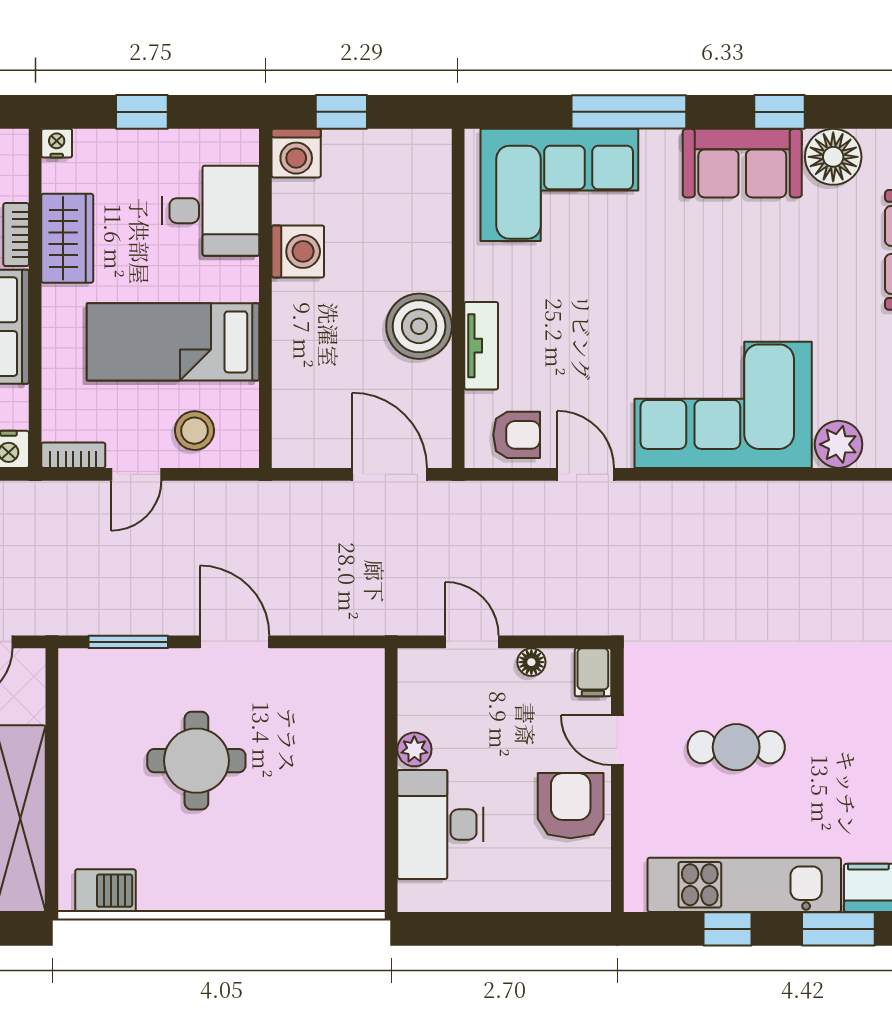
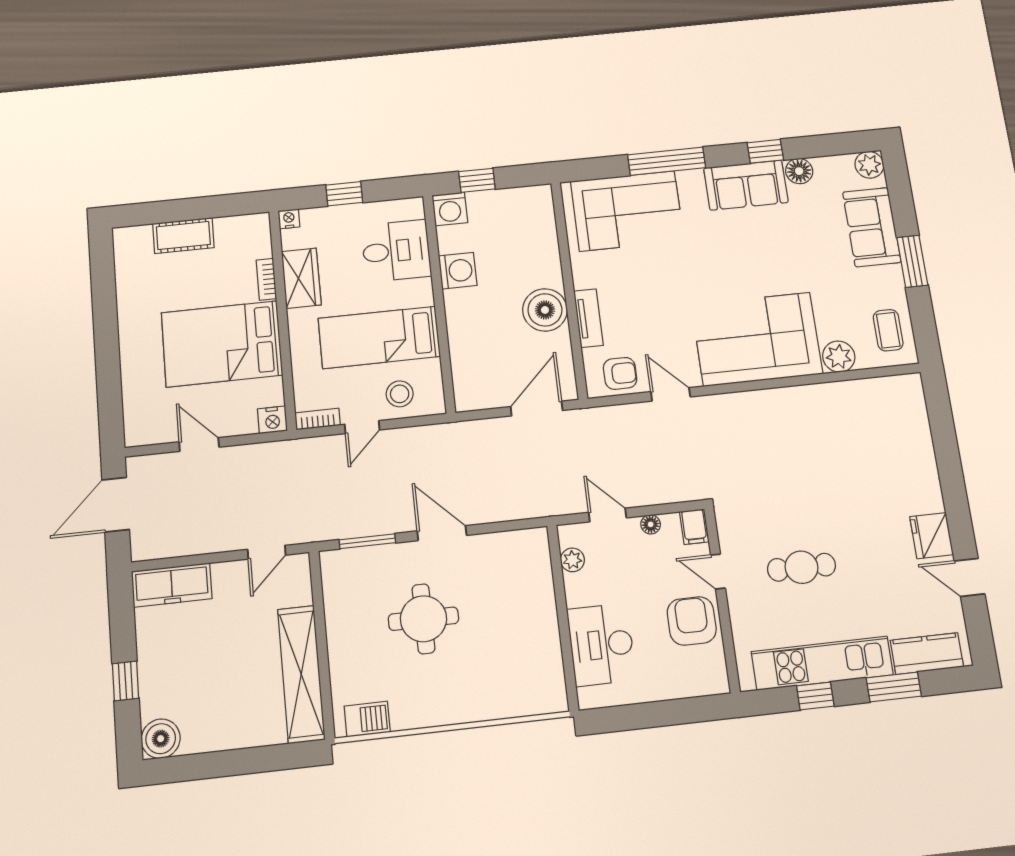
floor lamp: (833, 157) -> (799, 171), width x0.73, depth x0.73
door: (389, 474) -> (537, 409), hinge flipped
plant: (414, 749) -> (572, 560), moved

